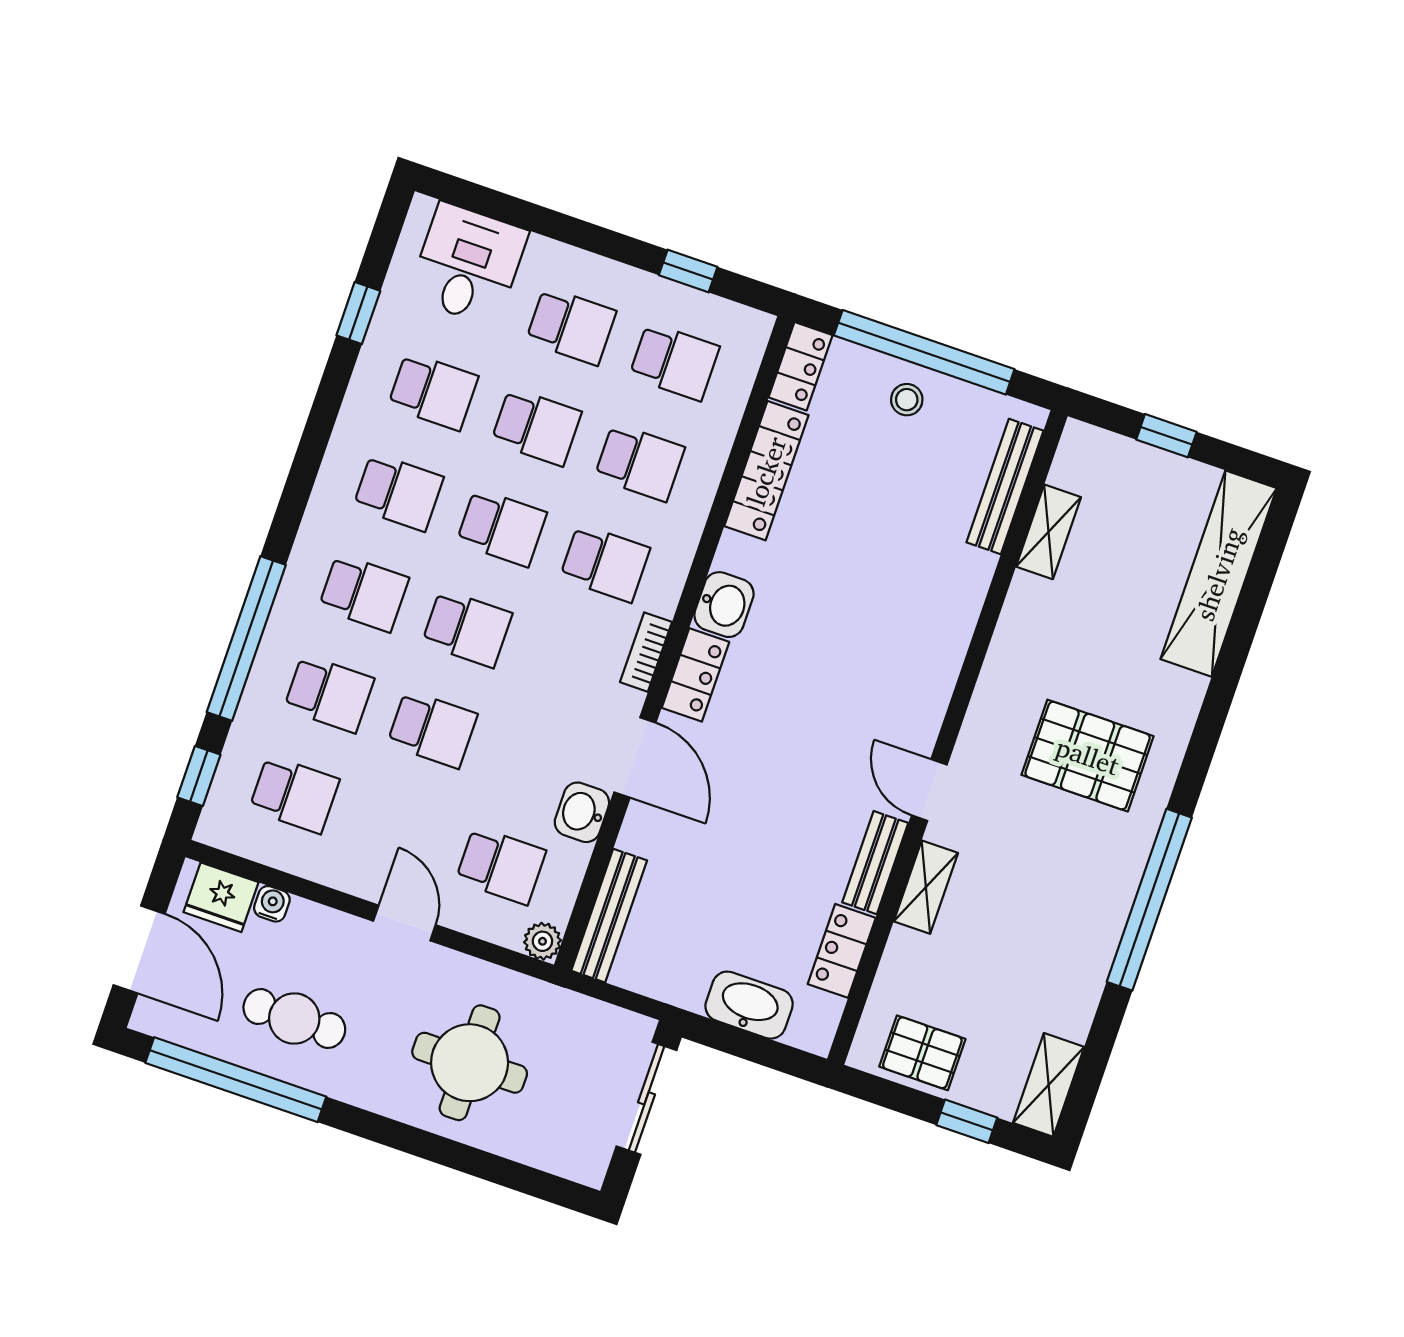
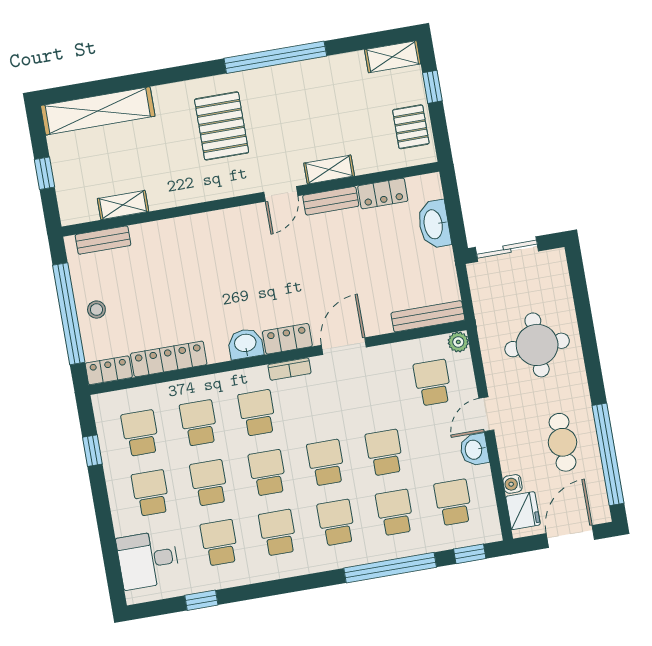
bench: (1005, 486) -> (103, 240), width x0.73
washbasin: (582, 812) -> (474, 450), moved, turned 90

